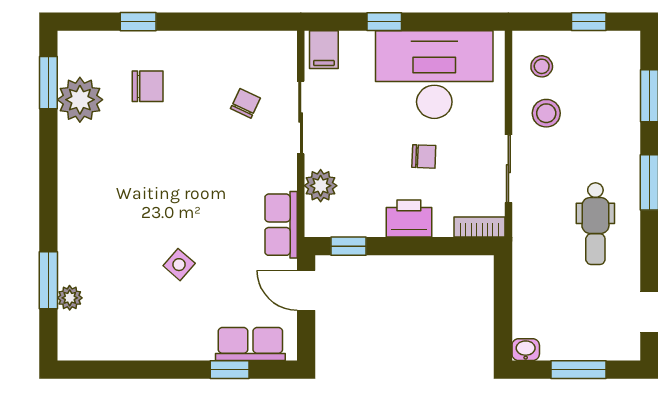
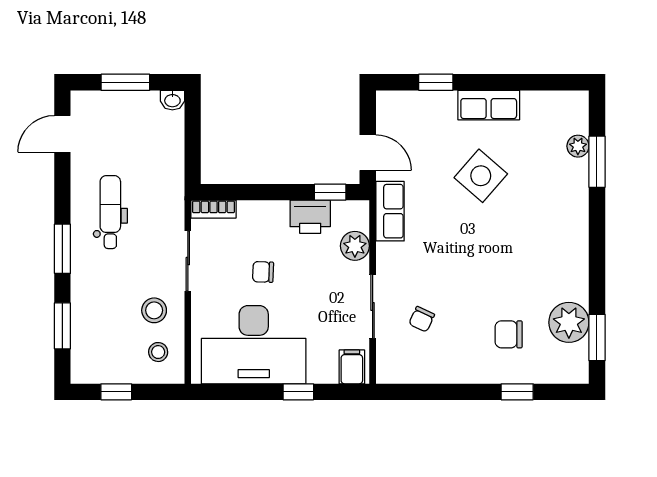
printer: (409, 218) -> (310, 217), moved
side table: (179, 265) -> (481, 176), width x1.87, depth x1.87
row of seats: (250, 344) -> (489, 105), moved

